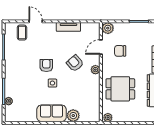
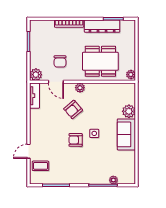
tv unit: (68, 27) -> (35, 96), moved
dining table: (120, 89) -> (100, 61), width x1.38

